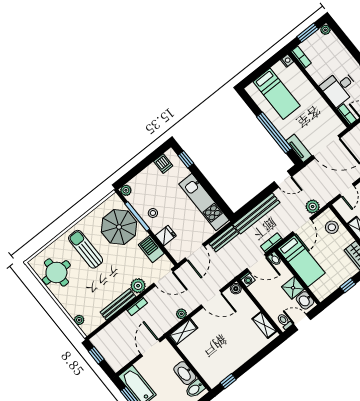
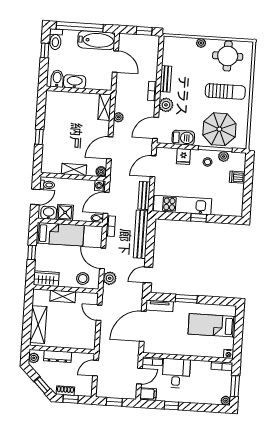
window: (274, 133) -> (186, 299), width x0.47
window: (186, 159) -> (199, 218), moved
dishwasher: (163, 164) -> (237, 177), moved
plant: (126, 190) -> (224, 156), moved
door: (195, 252) -> (153, 166), hinge flipped
bed: (301, 261) -> (60, 234), moved, turned 180
bench: (118, 304) -> (166, 79), width x0.73
plant: (79, 320) -> (201, 43), moved
shelving: (264, 325) -> (74, 169), moved
door: (150, 348) -> (115, 61), moved
window: (228, 381) -> (39, 137), moved

